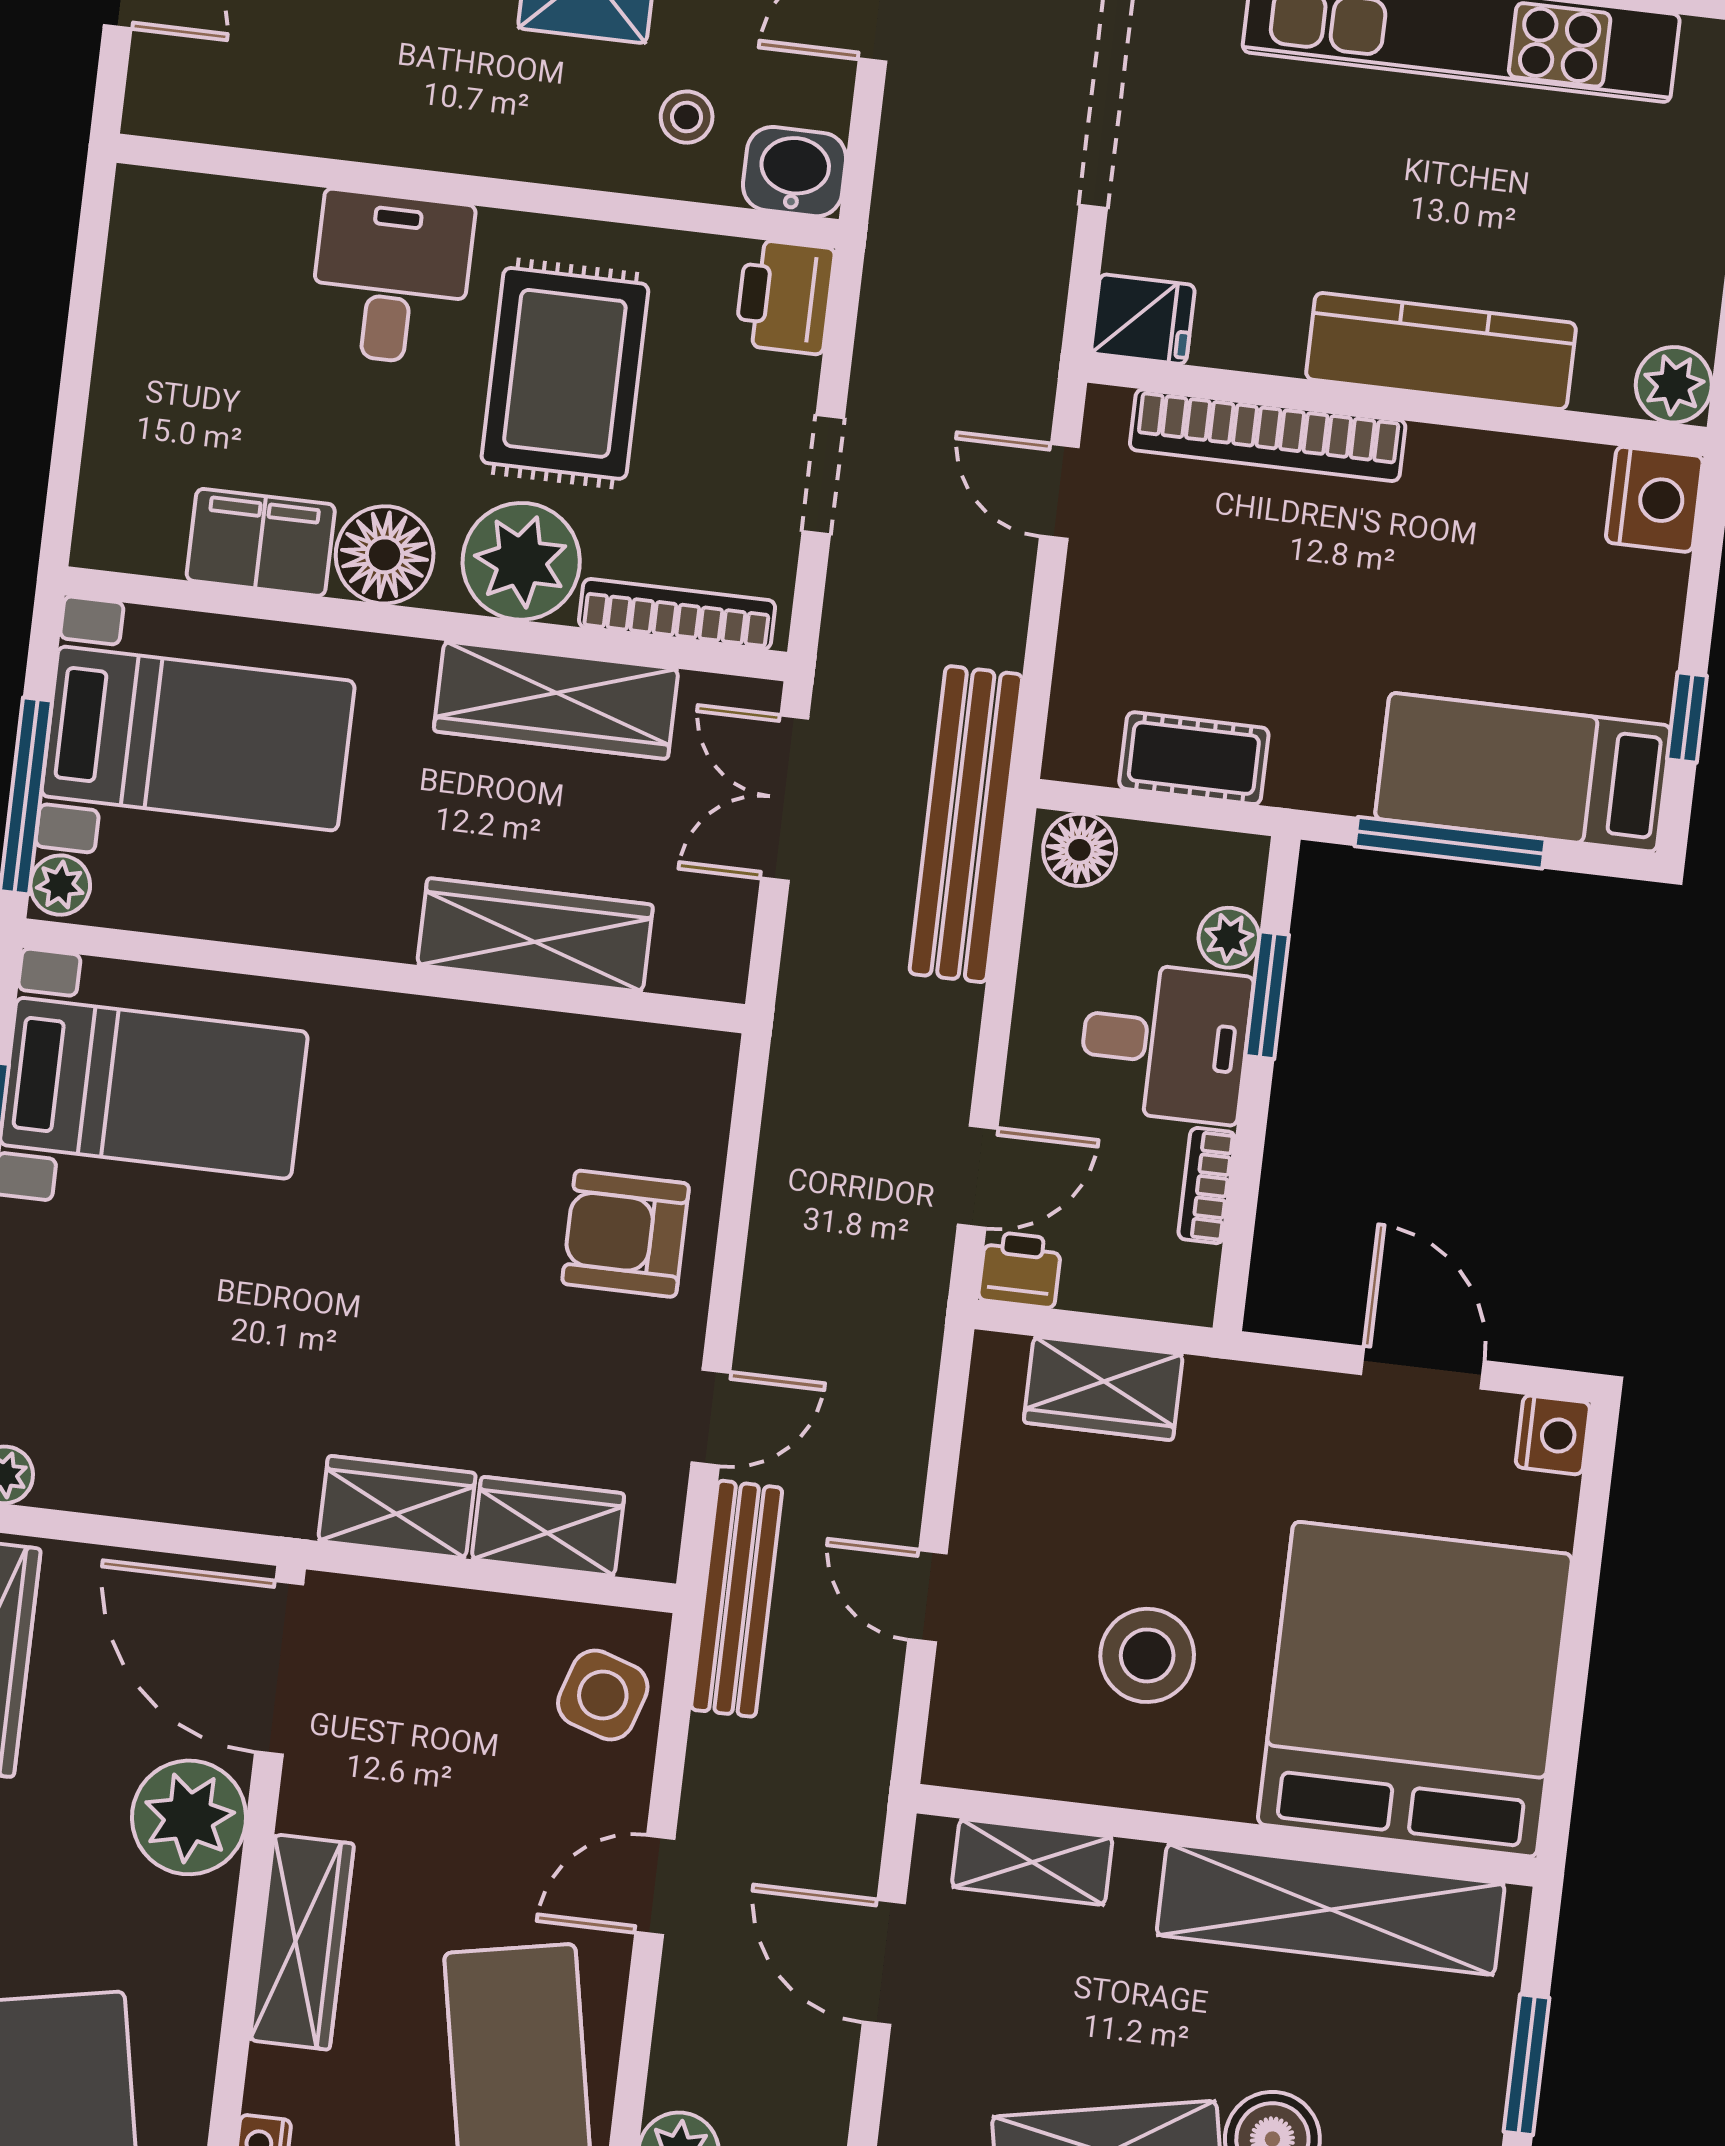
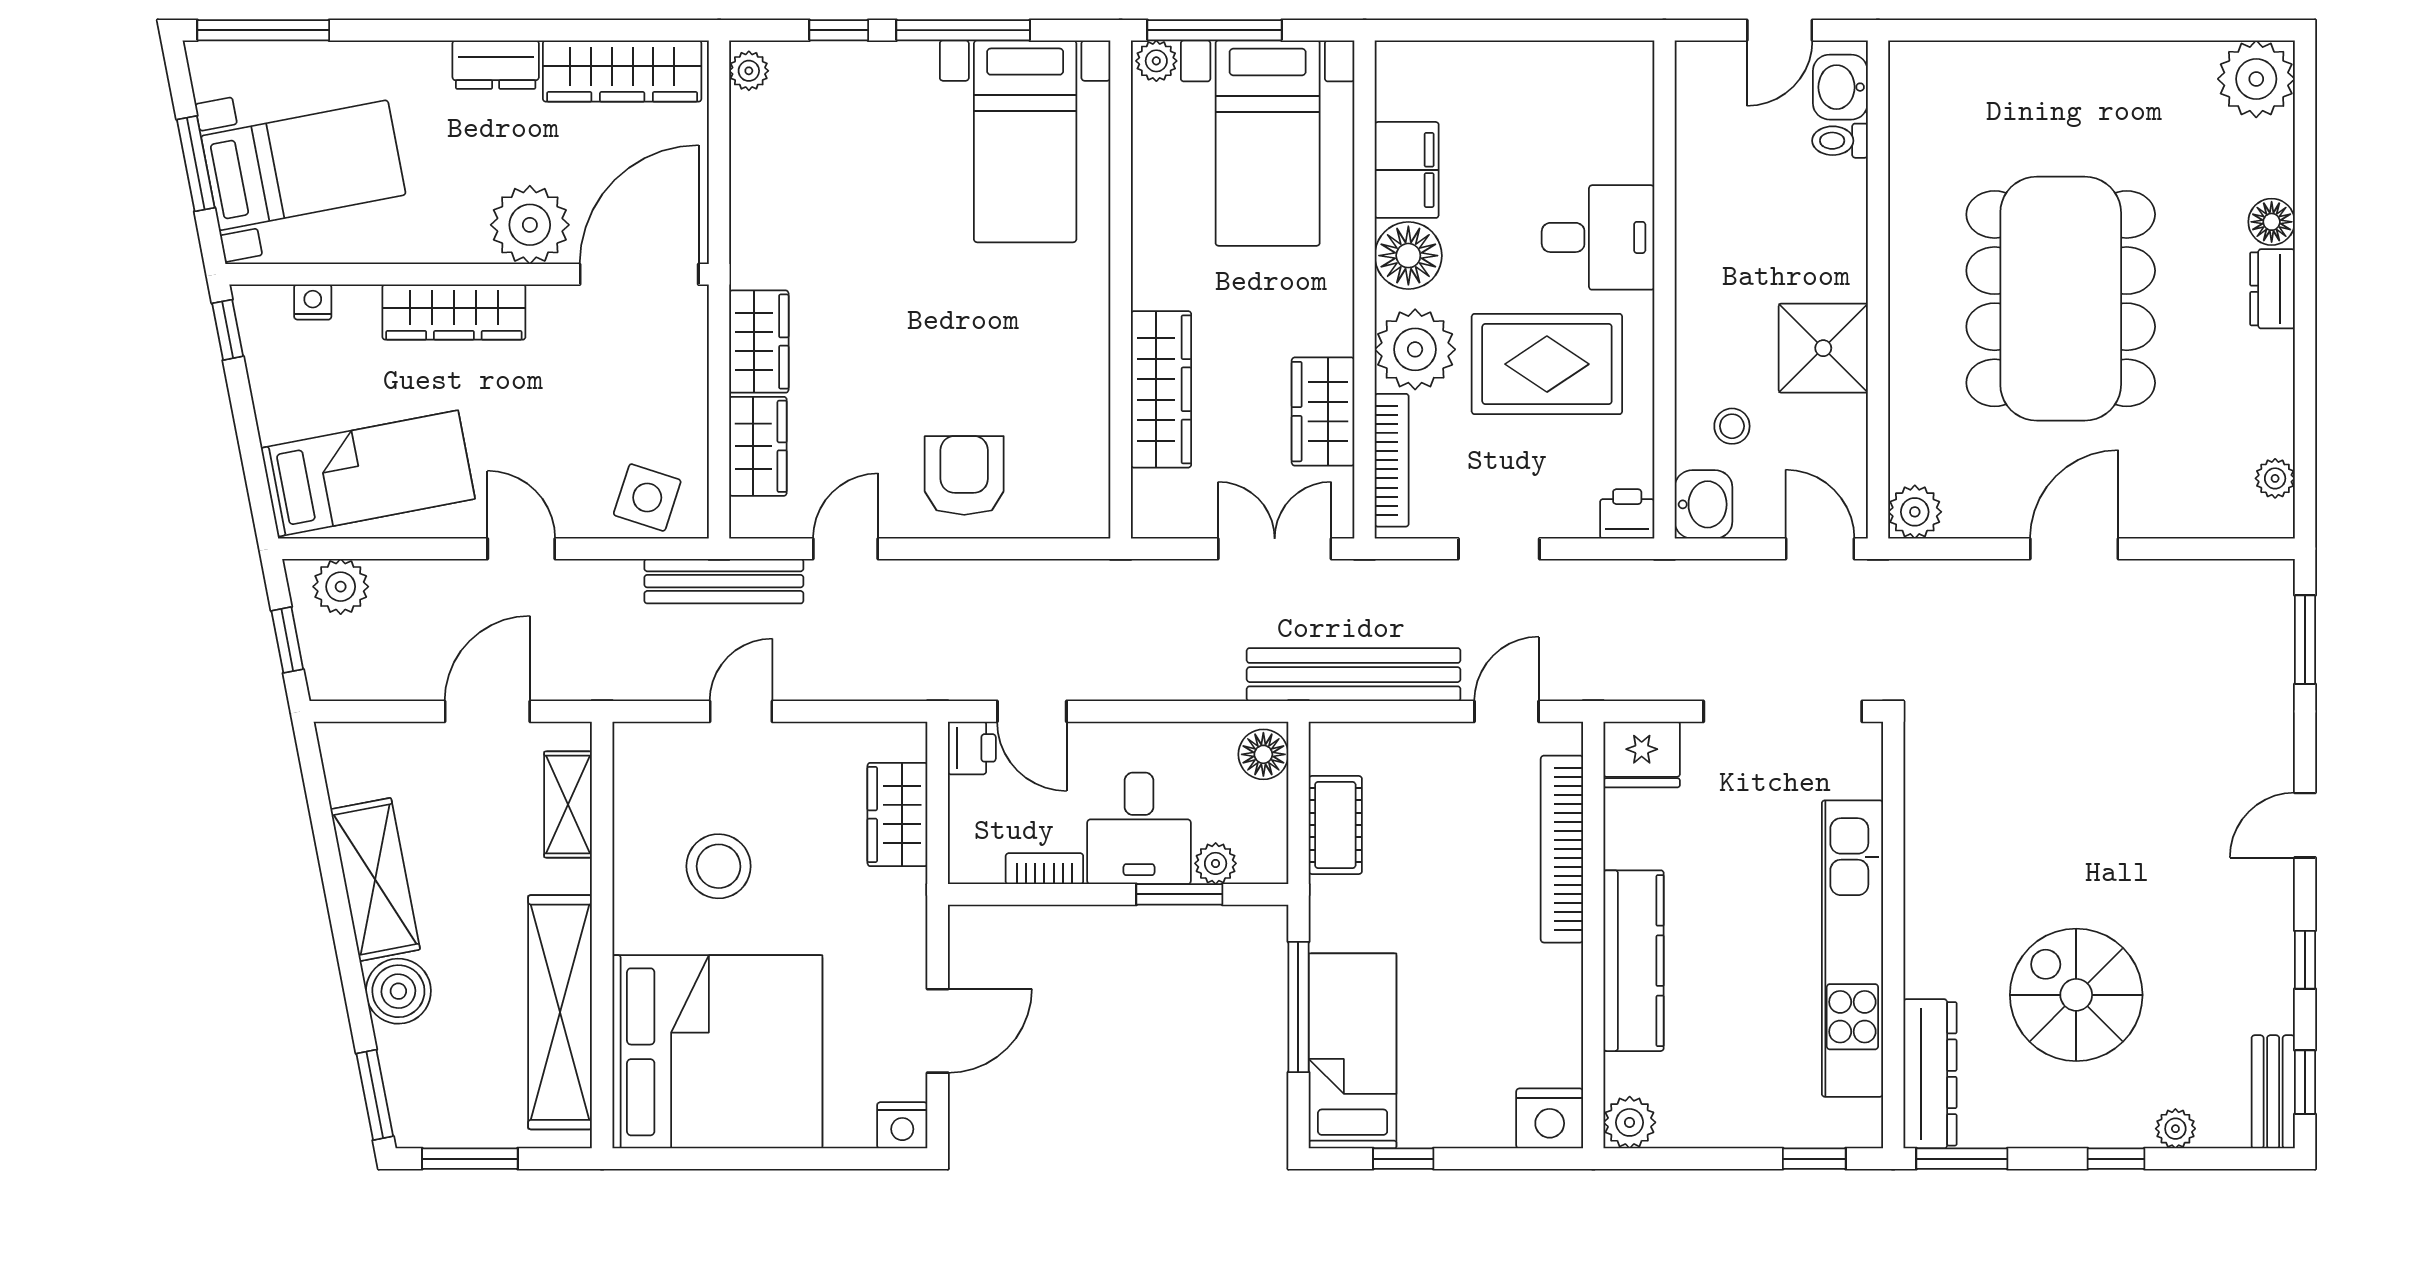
printer: (785, 297) -> (1627, 514), width x0.73, depth x0.81
fridge: (1143, 319) -> (1642, 754), width x1.38
wardrobe: (556, 700) -> (1323, 412), width x0.67
bench: (966, 824) -> (1354, 675), moved
door: (711, 1417) -> (846, 549), swing flipped

